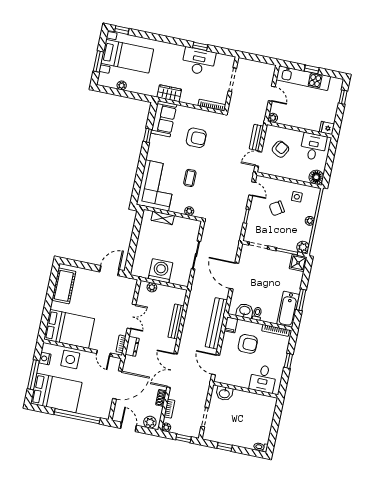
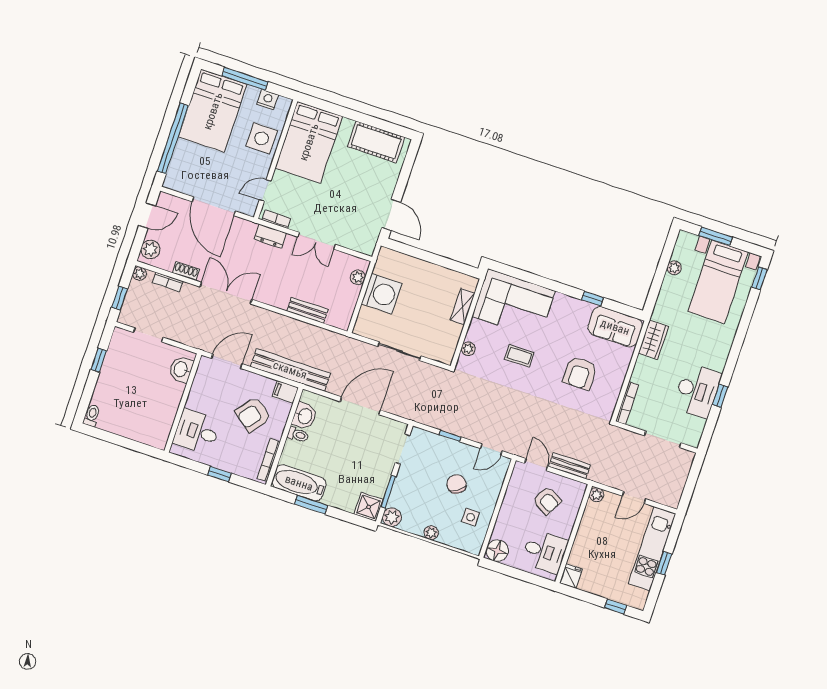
bench: (176, 321) -> (307, 310), width x0.73
armchair: (248, 344) -> (253, 415), turned 38

